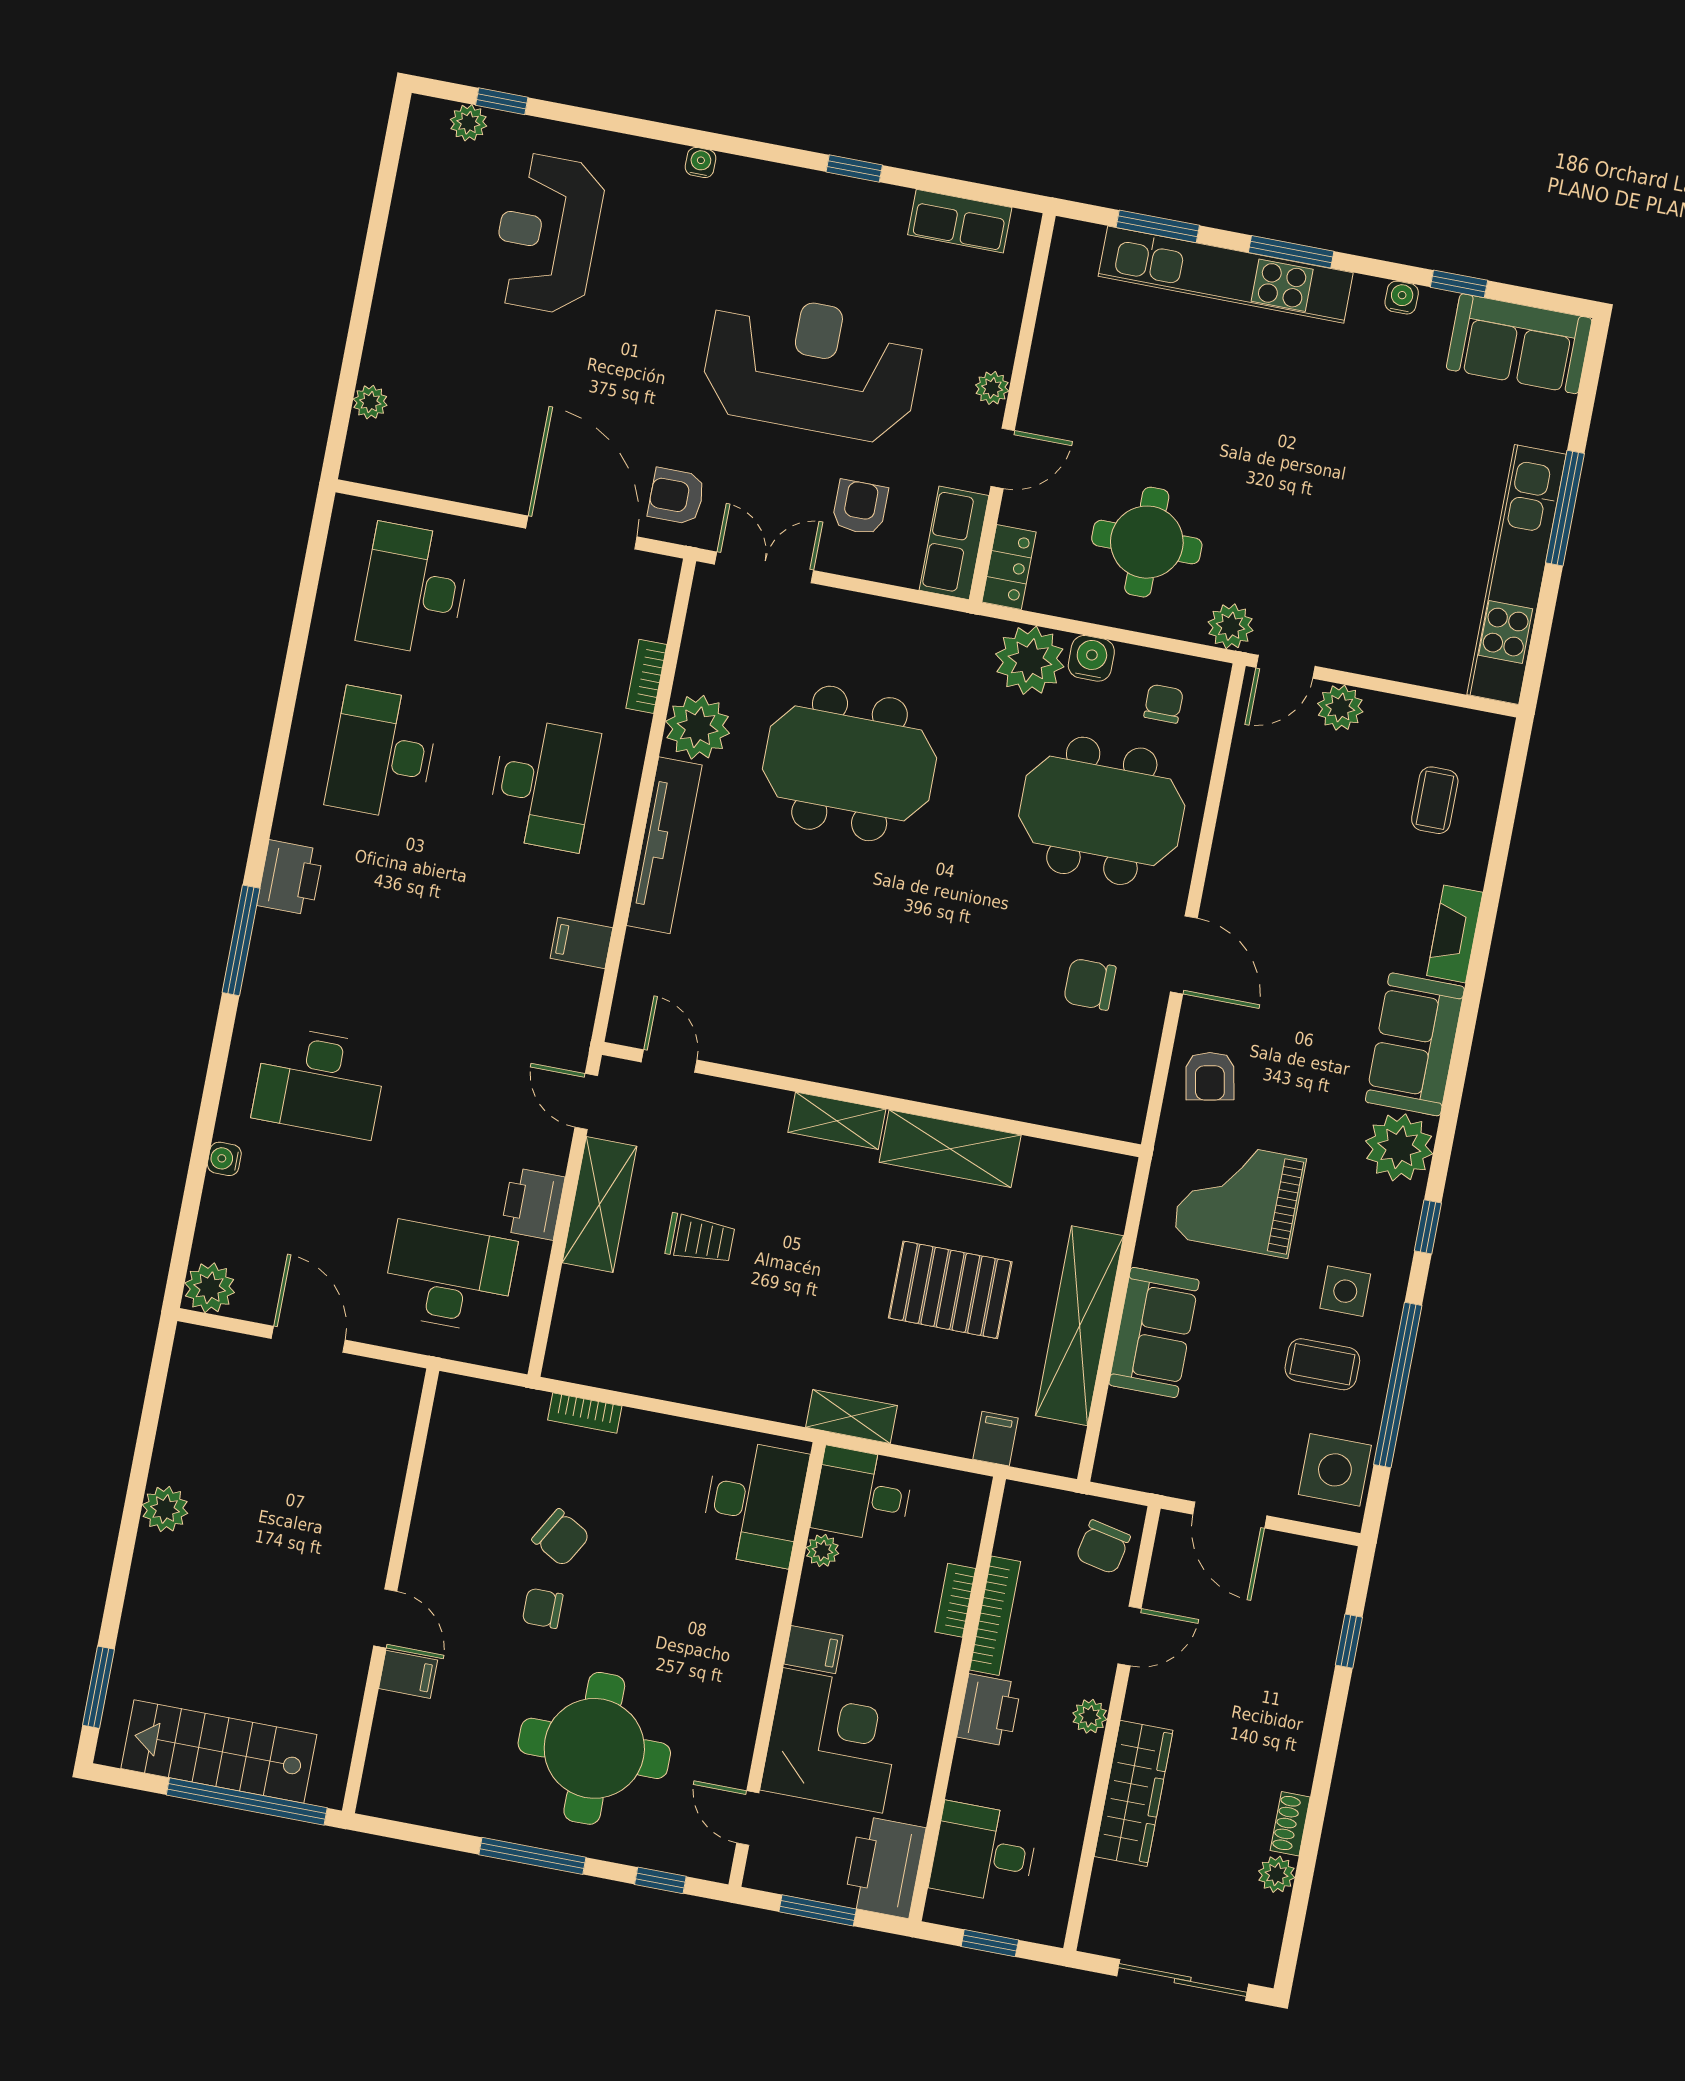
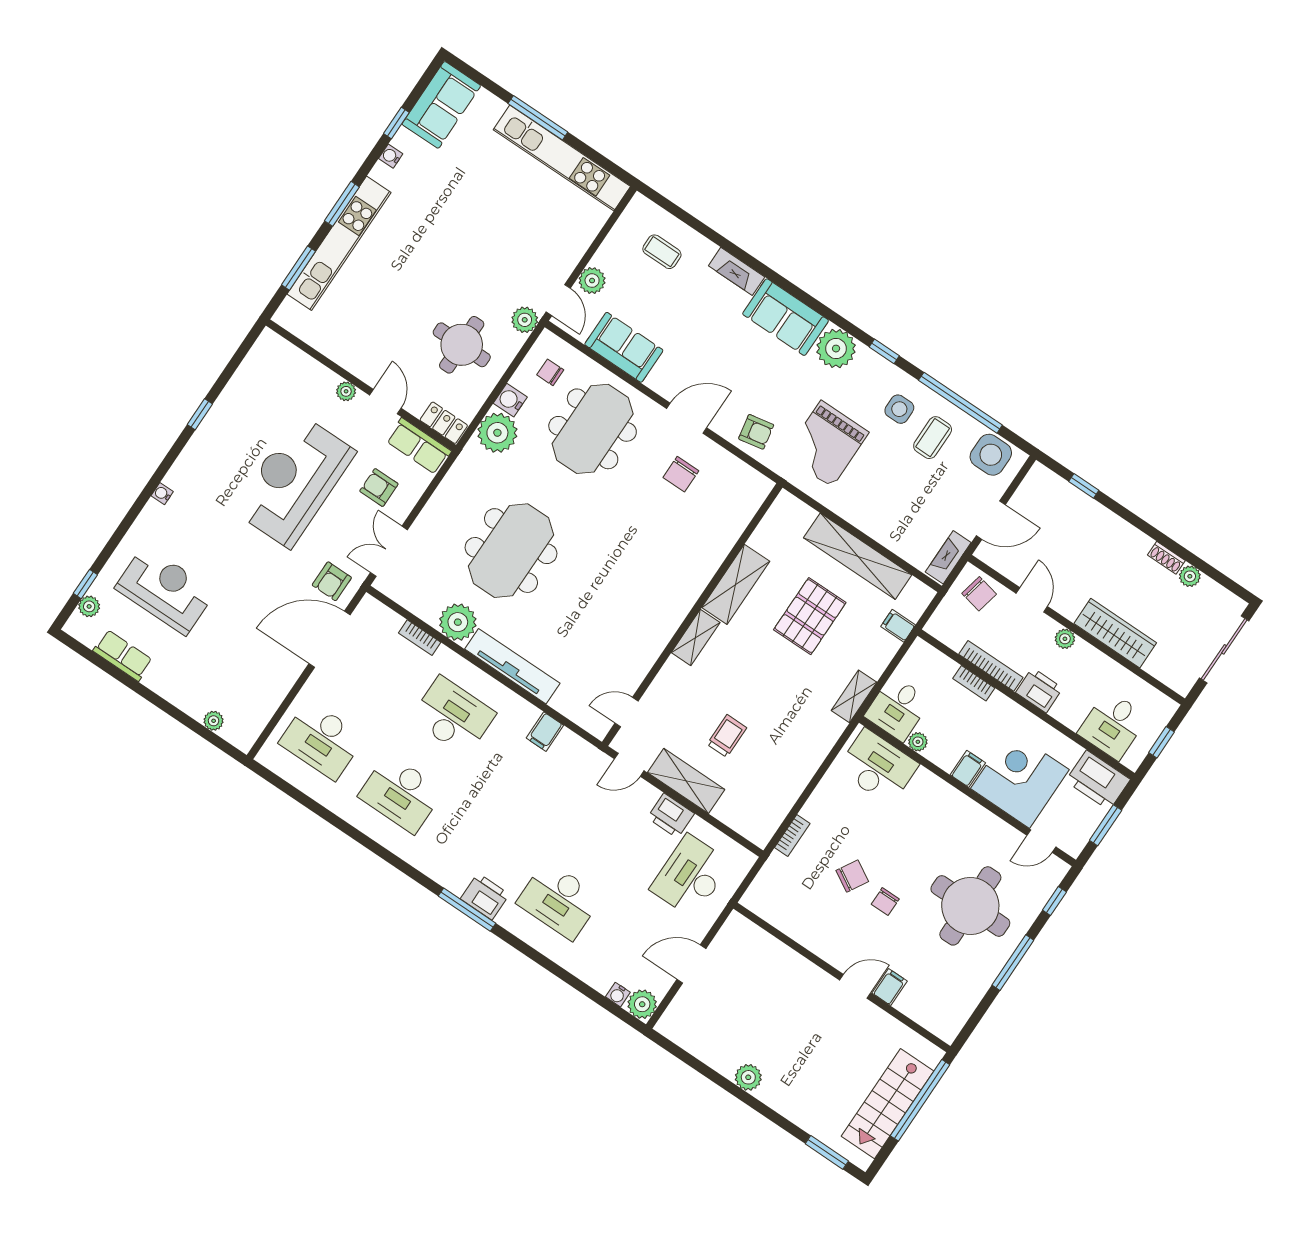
row of seats: (960, 221) -> (123, 655), moved, turned -90
reception desk: (547, 234) -> (165, 590), turned 180
printer: (290, 878) -> (485, 897), moved
desk: (320, 1082) -> (559, 900), turned 90
water cooler: (224, 1159) -> (618, 995), moved
sofa: (1154, 1332) -> (624, 347), moved
fireplace: (1140, 1472) -> (948, 557), added

